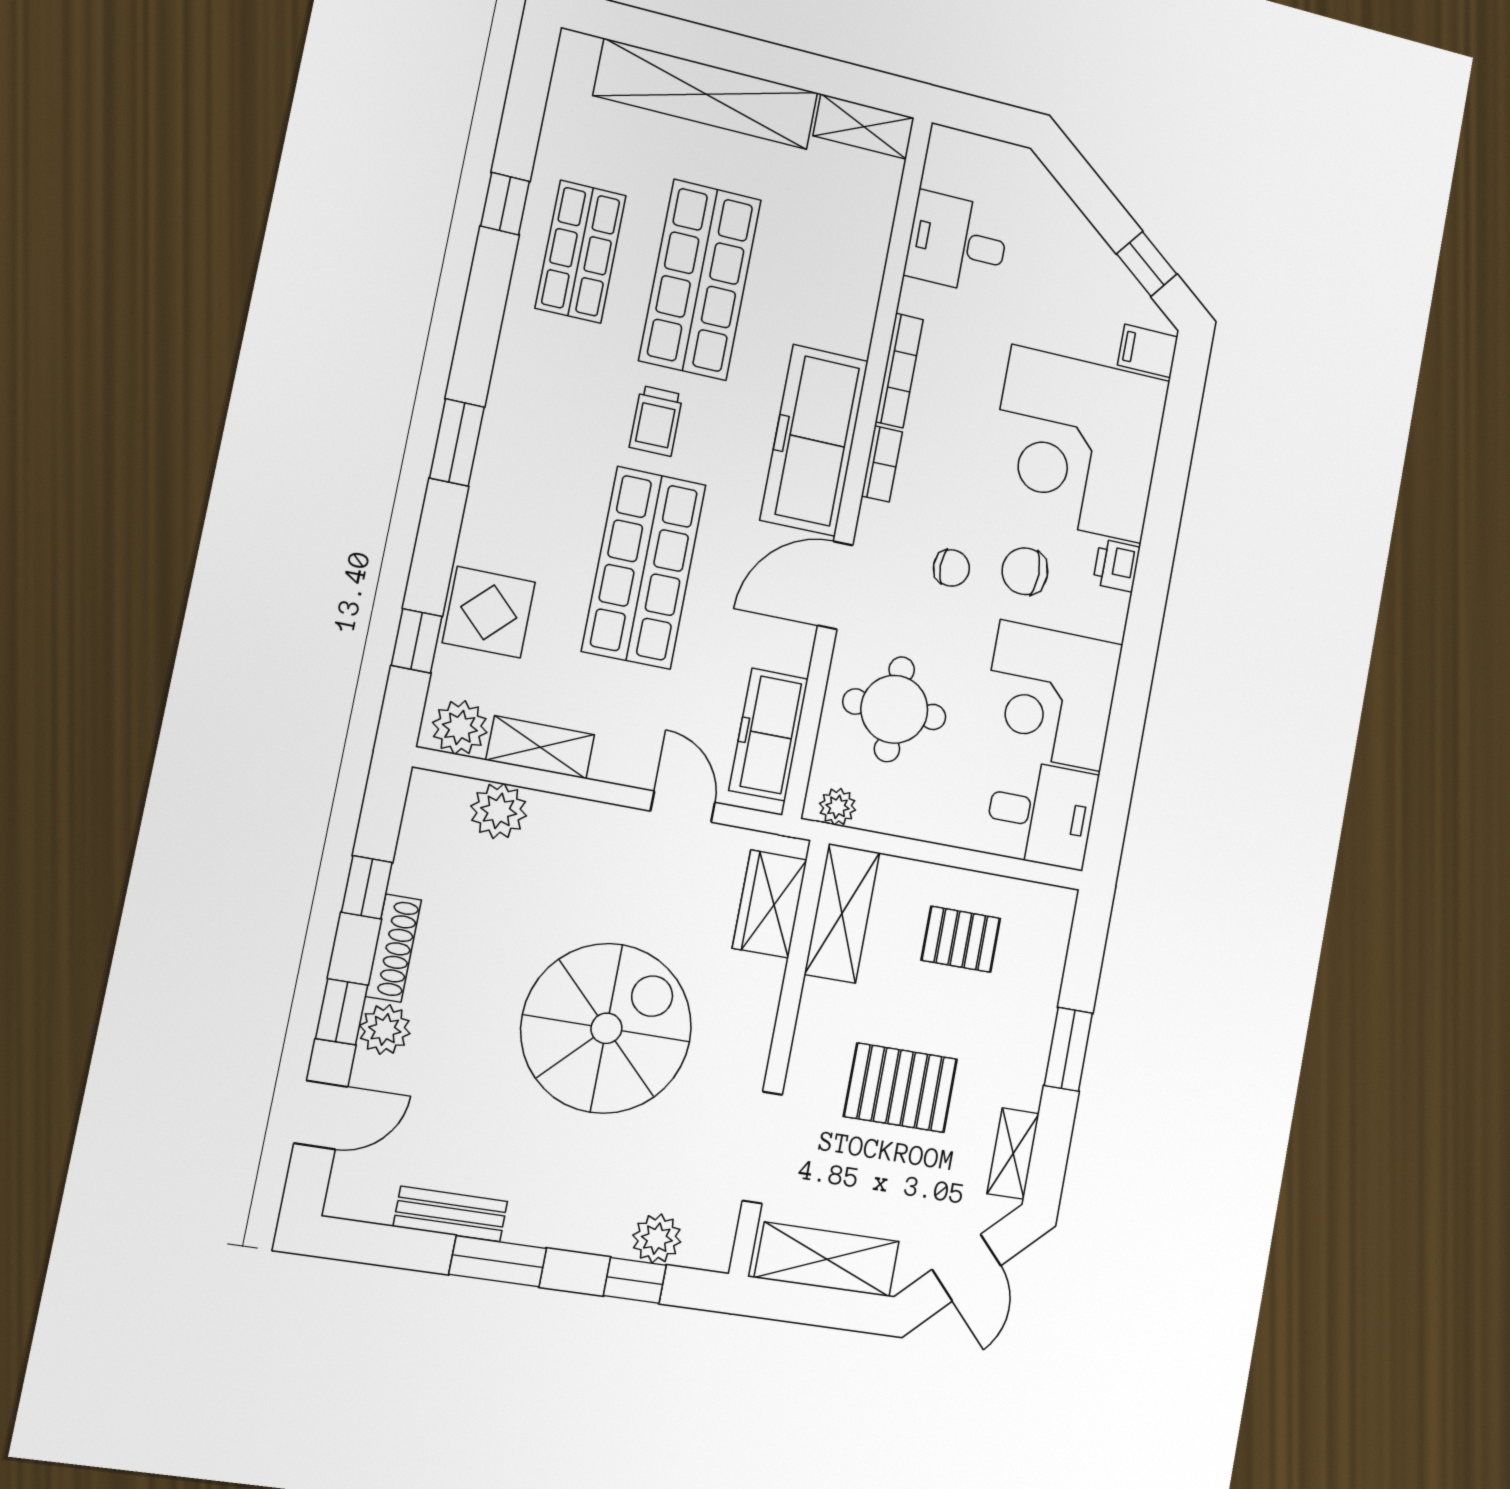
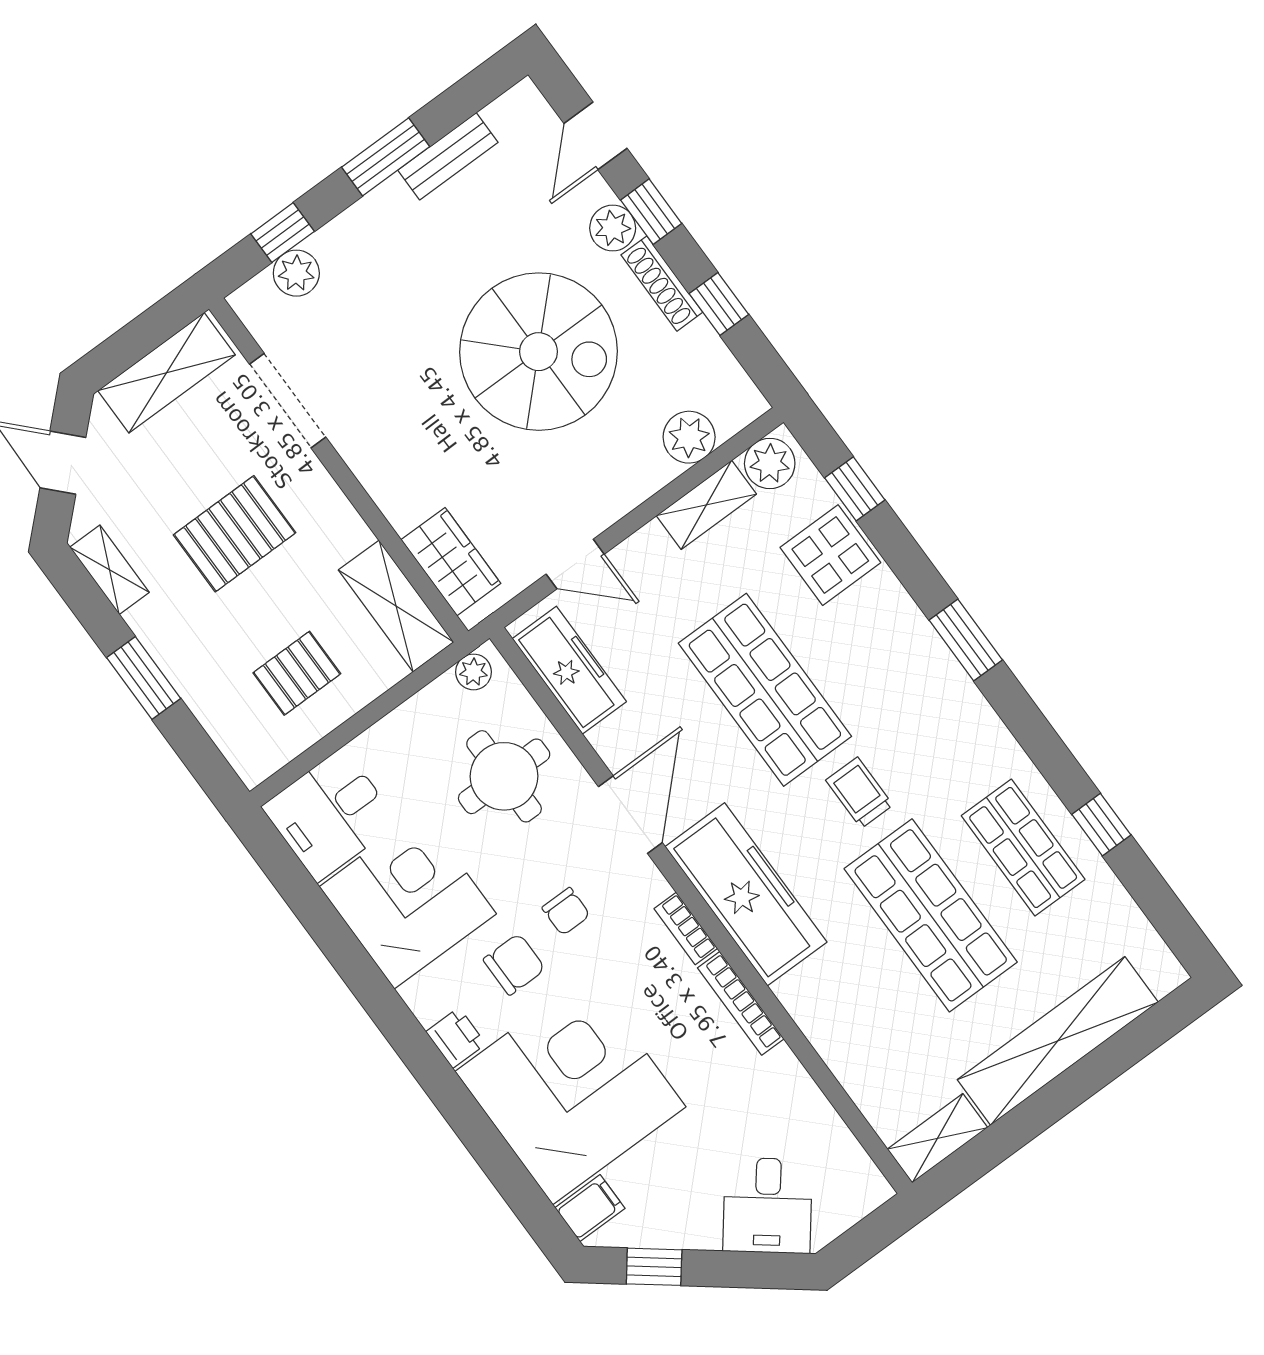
desk: (957, 243) -> (768, 1205), moved, turned 128
chair: (951, 568) -> (566, 911), turned -90
spiral stairs: (606, 1028) -> (538, 352), moved, turned -90

